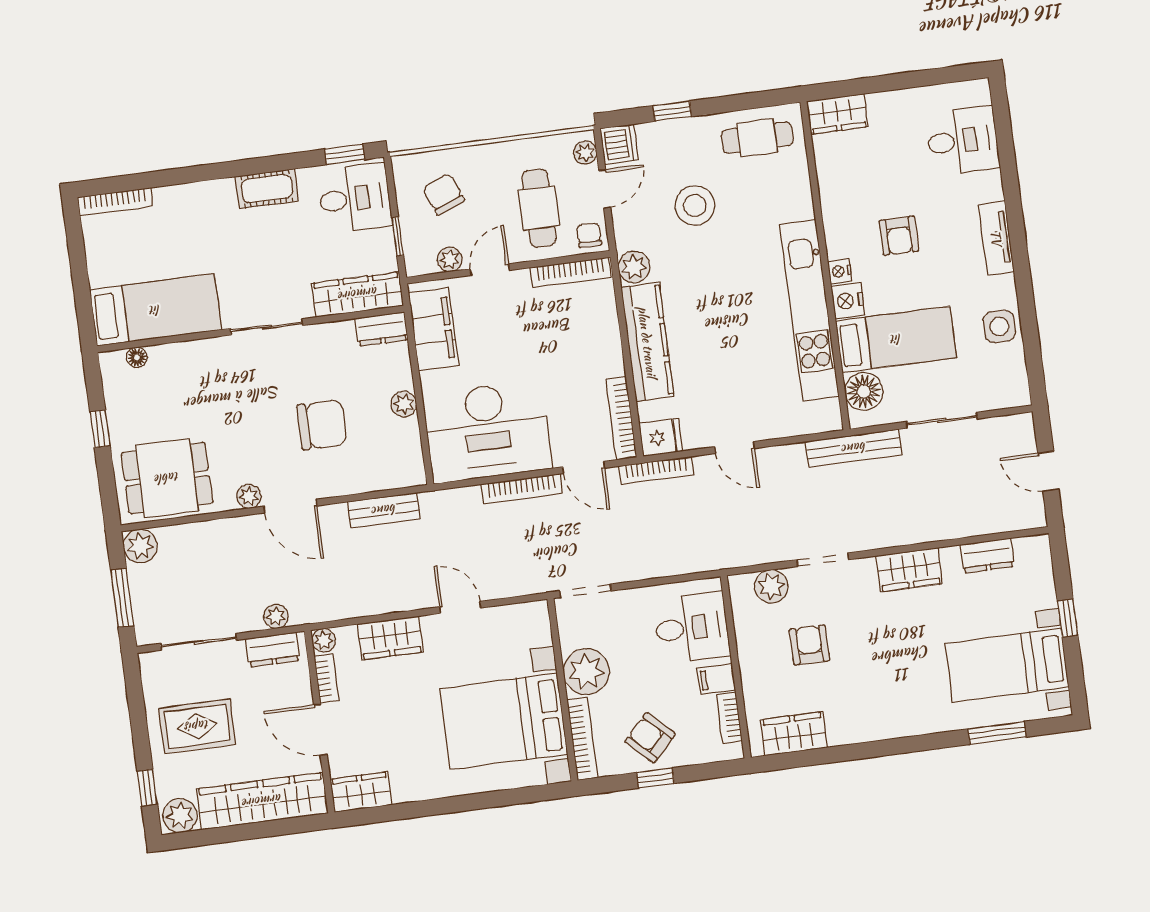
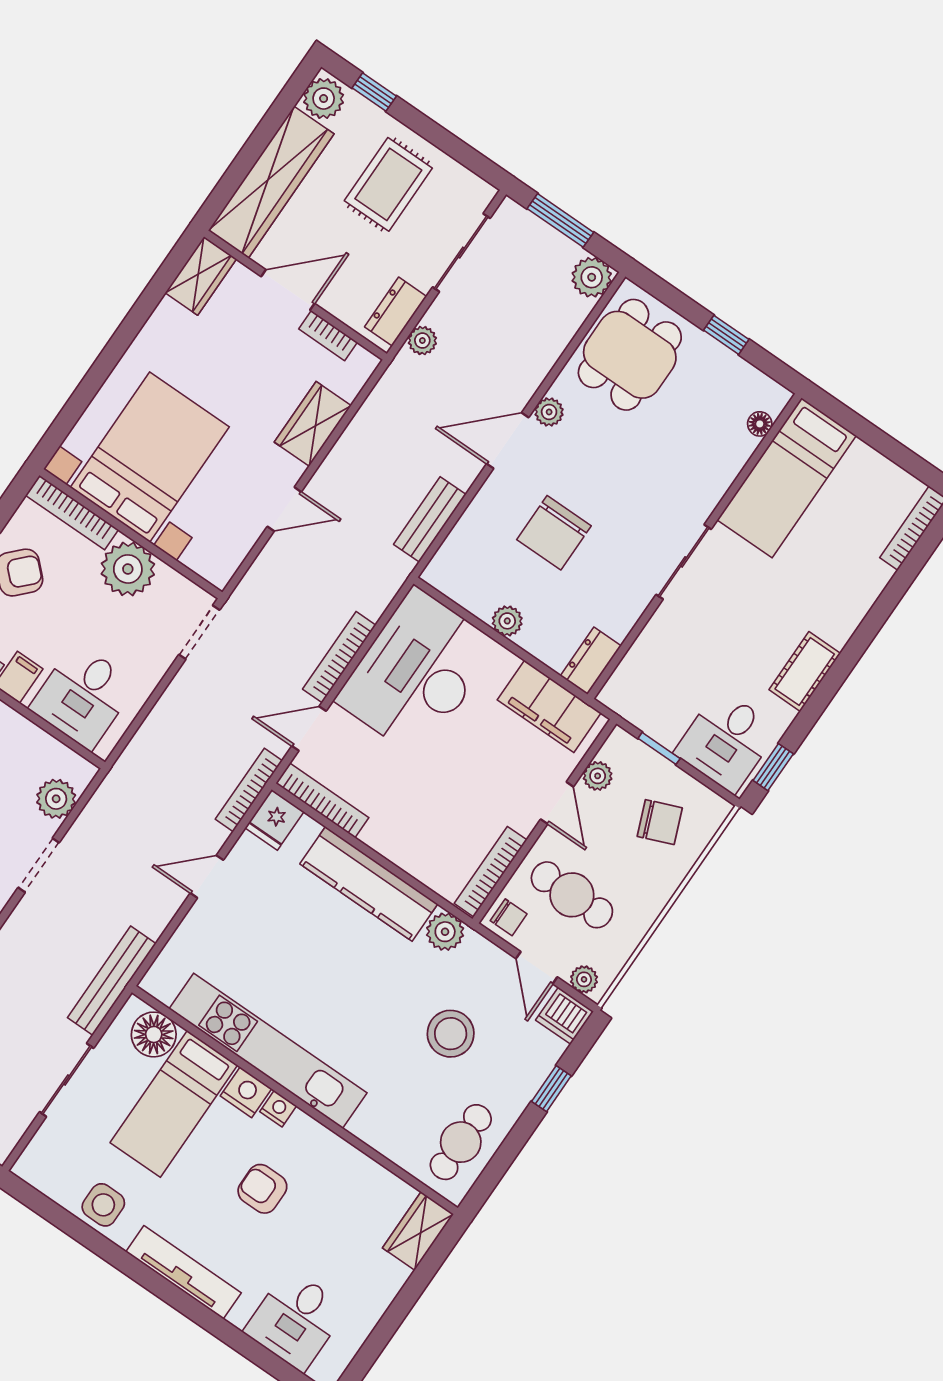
tv unit: (996, 238) -> (183, 1272), width x1.41
wardrobe: (358, 294) -> (640, 667), removed
plant: (324, 640) -> (363, 363), removed

